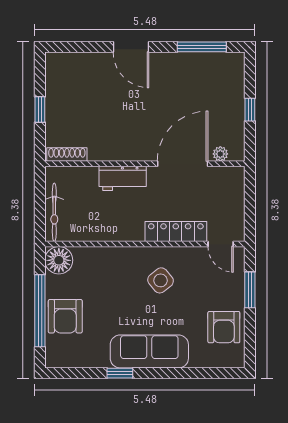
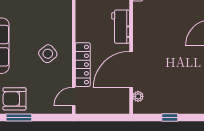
door: (183, 164) -> (131, 69), swing flipped
window: (250, 290) -> (19, 117), moved

